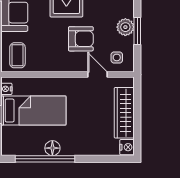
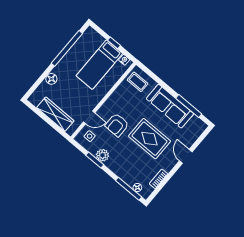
nightstand: (127, 147) -> (35, 100), removed
floor lamp: (52, 148) -> (51, 79), moved

